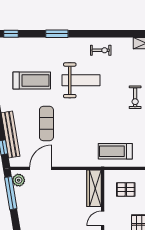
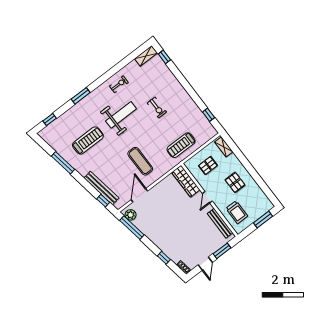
exercise bike: (135, 97) -> (157, 107), moved
exercise mat: (46, 124) -> (140, 161), moved

